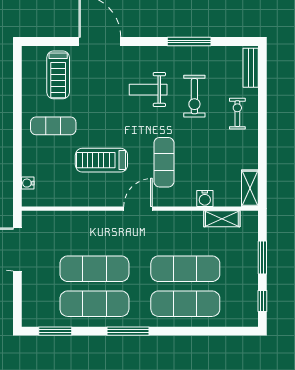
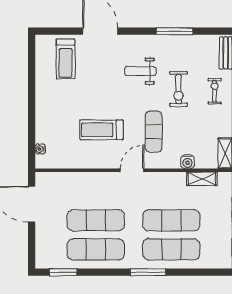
exercise bike: (194, 96) -> (179, 89), moved
exercise mat: (53, 126) -> (61, 101), removed
window: (128, 331) -> (148, 272), moved

